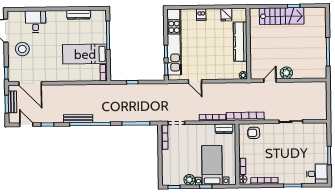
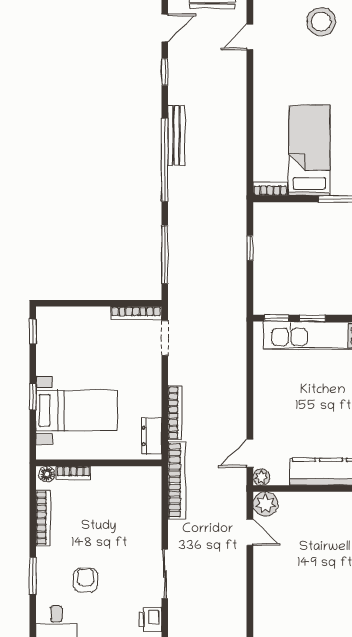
plant: (286, 73) -> (265, 504), moved
door: (195, 81) -> (250, 453), moved
door: (30, 83) -> (250, 37), width x0.53
printer: (313, 128) -> (150, 619), added
armchair: (254, 133) -> (86, 580), moved
plant: (189, 180) -> (47, 363), removed

